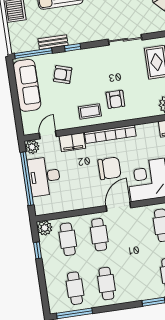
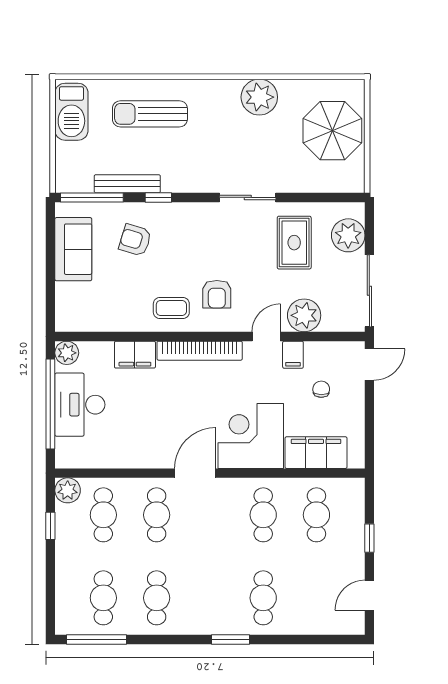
bench: (53, 42) -> (127, 184), width x1.36
sofa: (27, 85) -> (73, 249), width x0.73
door: (48, 135) -> (266, 336), moved
chair: (109, 168) -> (190, 407), removed

